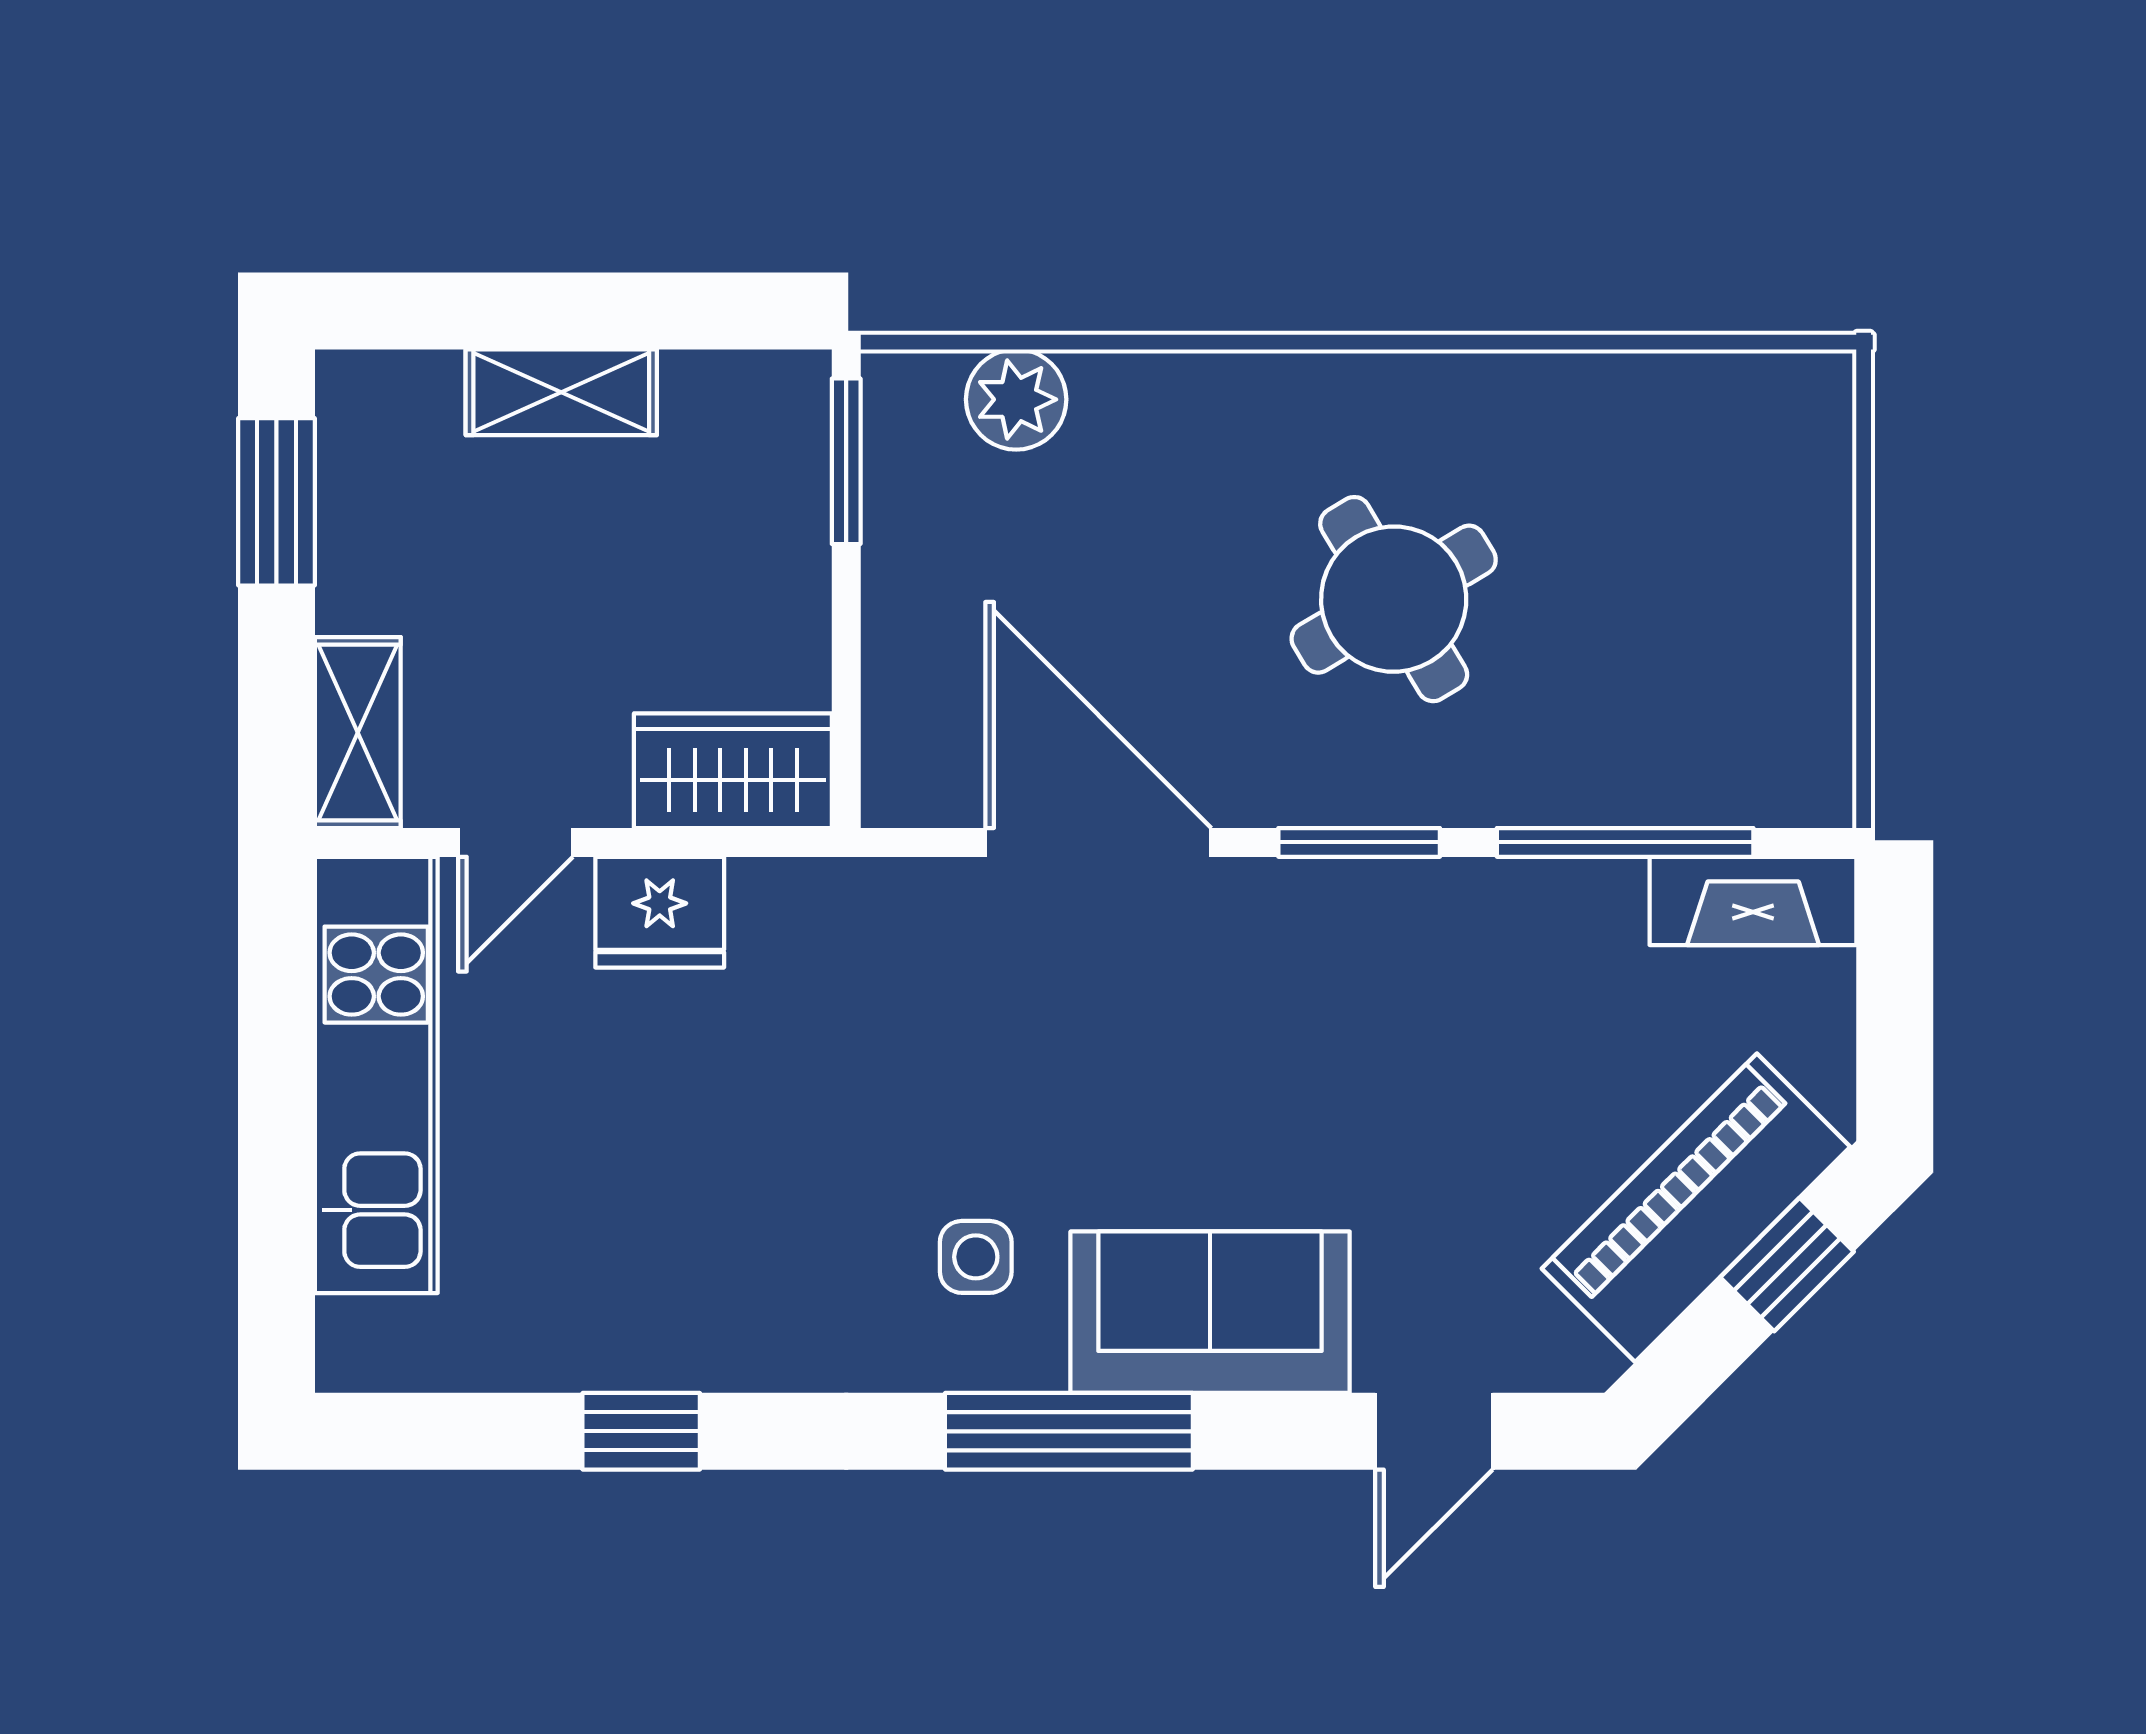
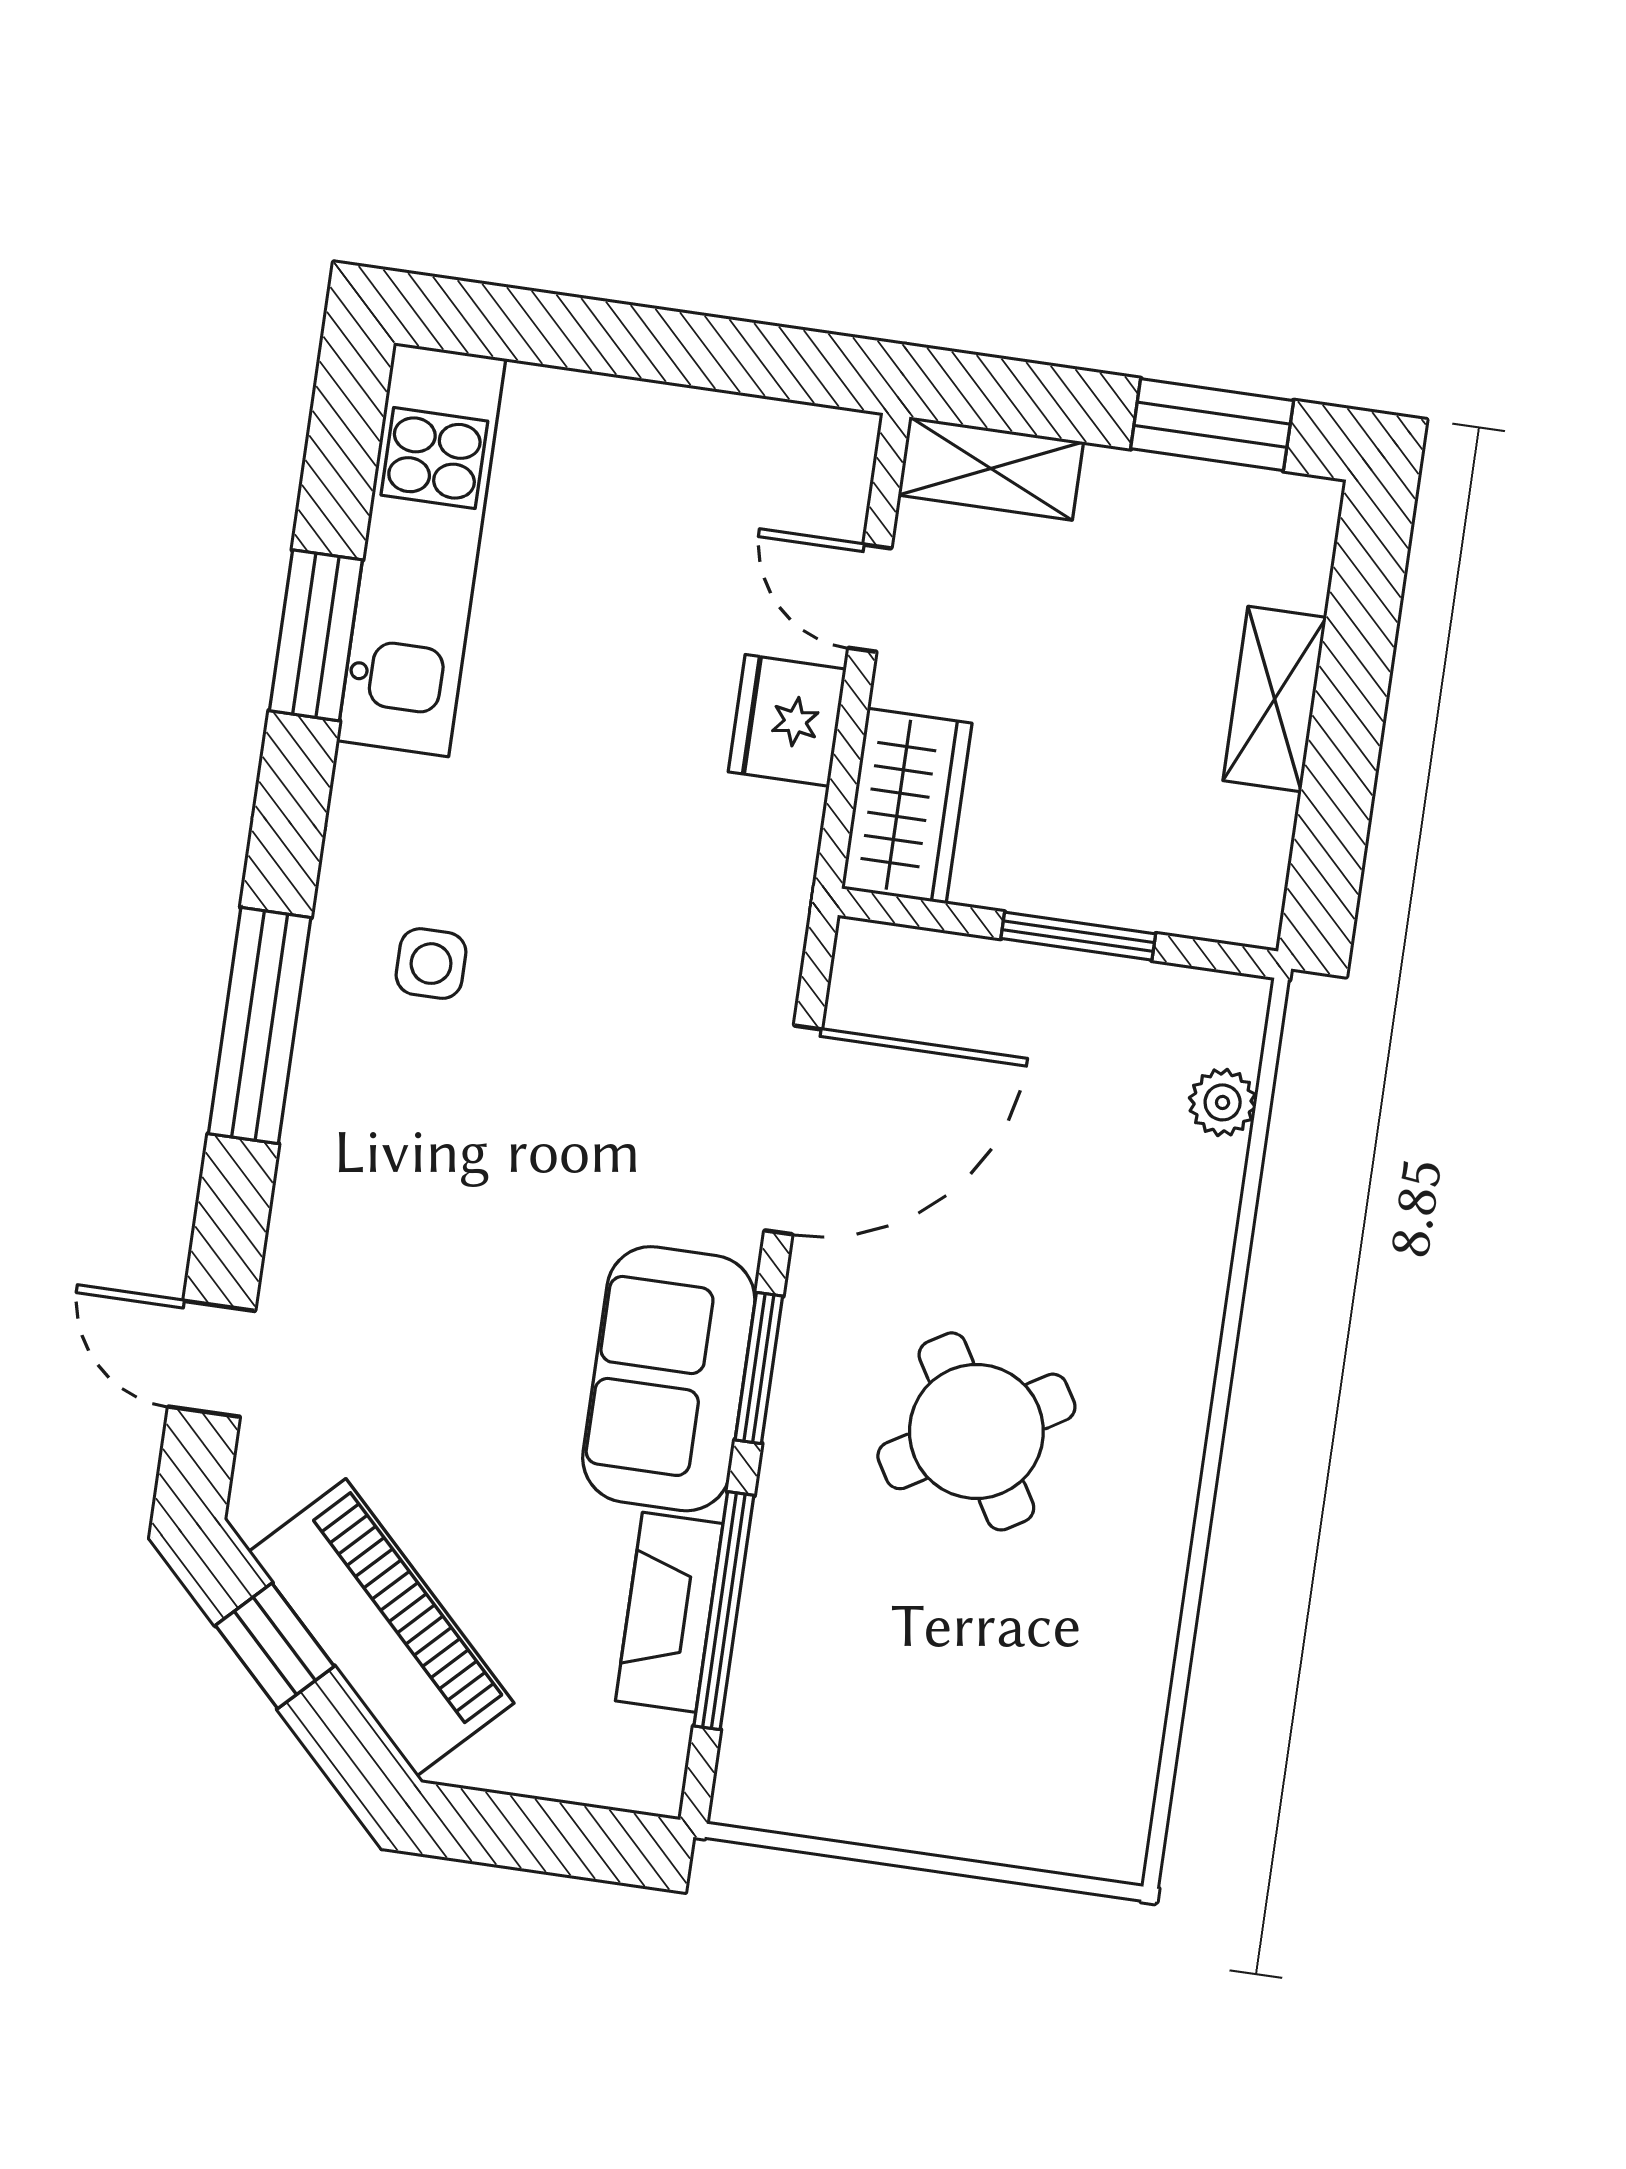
plant: (1016, 399) -> (1223, 1102), width x0.73, depth x0.73
window: (846, 461) -> (1078, 936), moved
fireplace: (1753, 901) -> (669, 1612), moved
kitchen unit: (376, 1075) -> (421, 550), moved, turned -90
window: (1787, 1264) -> (275, 1646), moved
sofa: (1210, 1312) -> (669, 1379), moved, turned 180
window: (641, 1431) -> (316, 635), width x1.50

